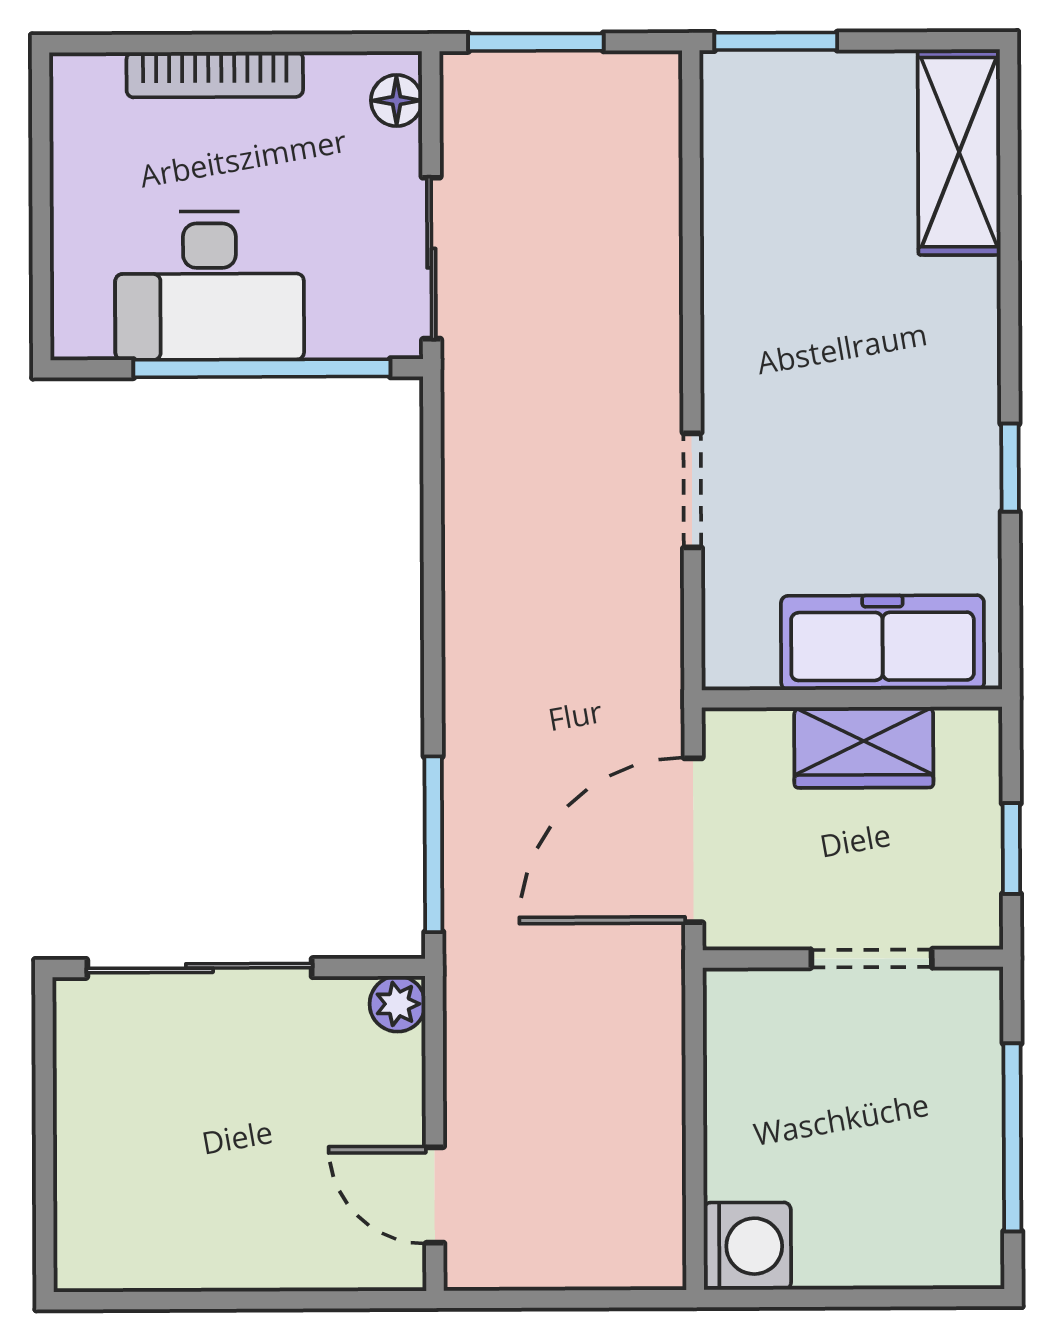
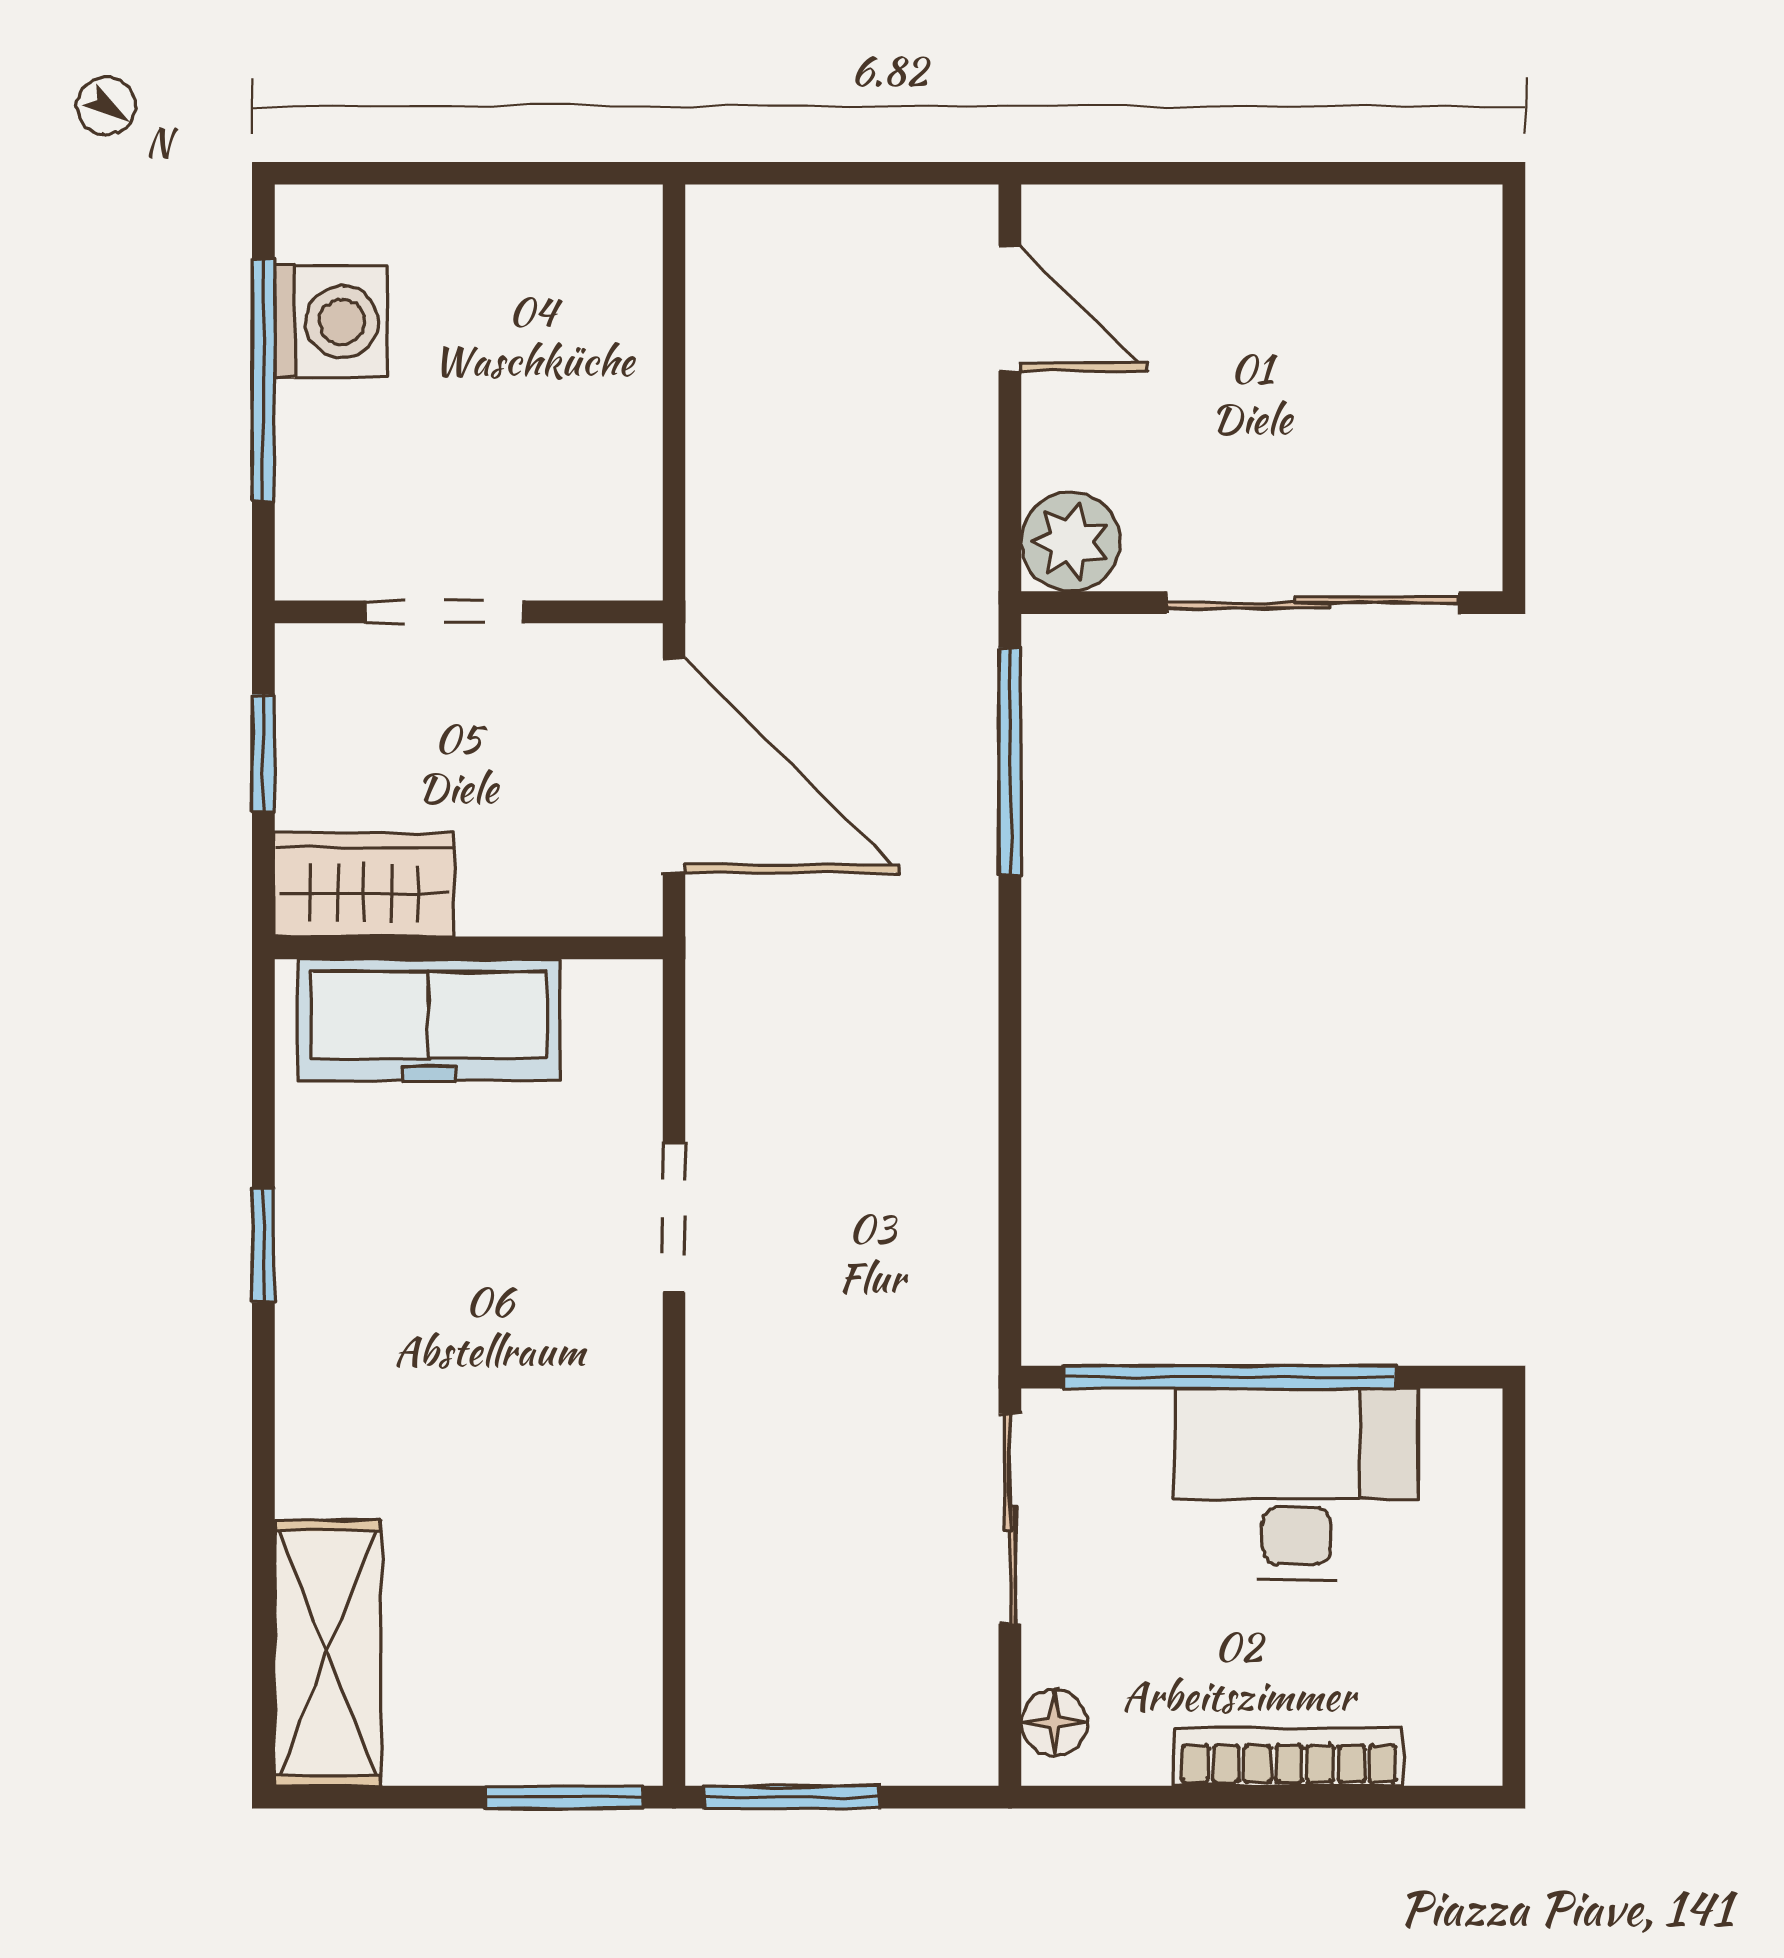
window: (536, 42) -> (792, 1797), moved
wardrobe: (864, 747) -> (364, 885), moved
door: (693, 840) -> (674, 765), hinge flipped
plant: (397, 1004) -> (1071, 542), width x1.38, depth x1.38
washing machine: (747, 1246) -> (331, 322), moved, turned 180

